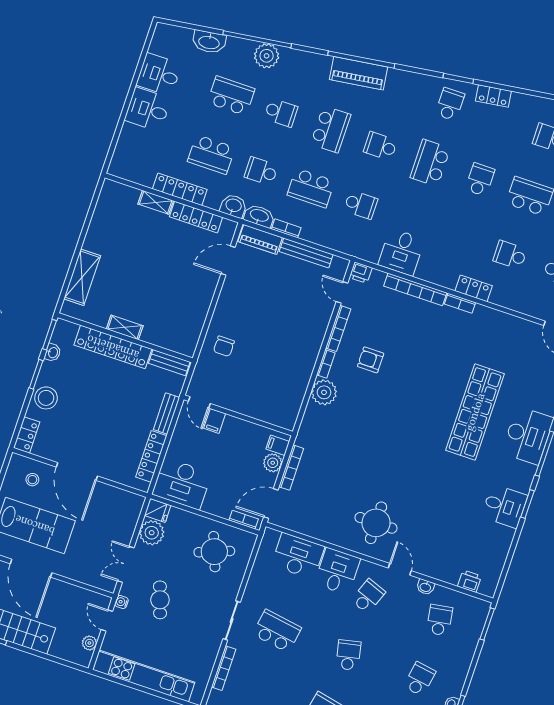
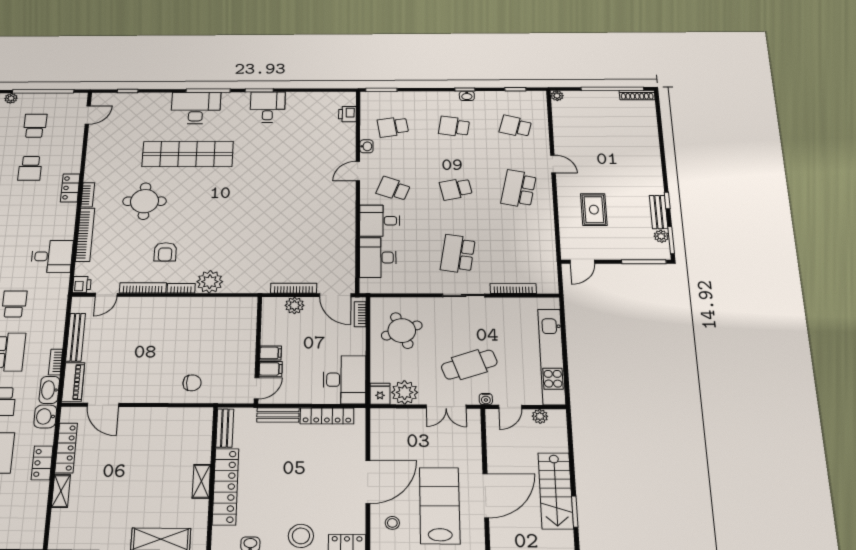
locker: (180, 189) -> (42, 463), width x0.66
filing cabinet: (278, 445) -> (270, 353), moved, turned -90
round table: (376, 523) -> (145, 201), moved
cafe table: (160, 600) -> (469, 365), width x1.37, depth x1.35

